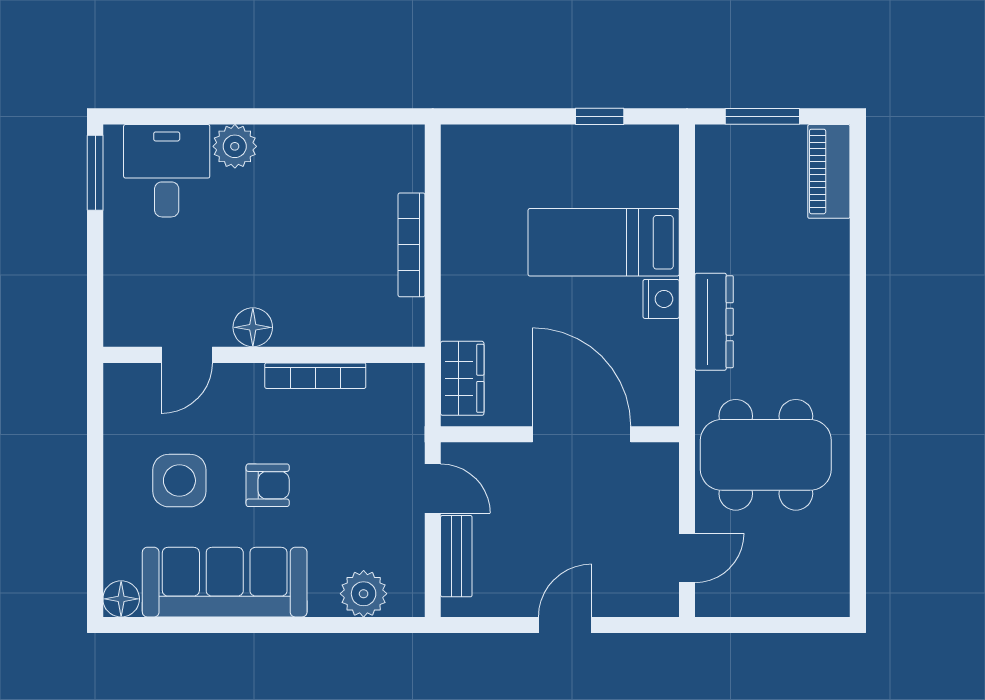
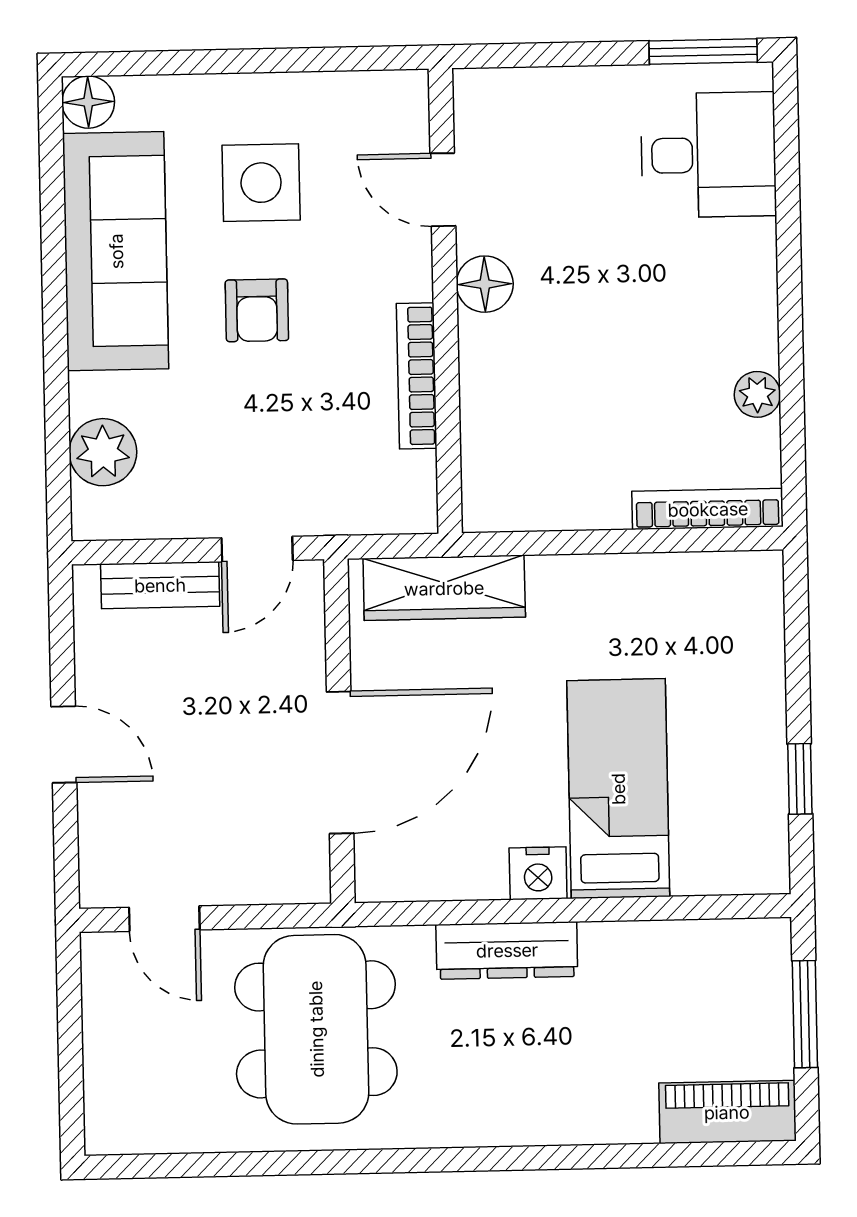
plant: (235, 146) -> (757, 394), moved, width x0.73, depth x0.73
bookcase: (411, 245) -> (708, 509), moved
wardrobe: (462, 378) -> (444, 588), width x1.50

